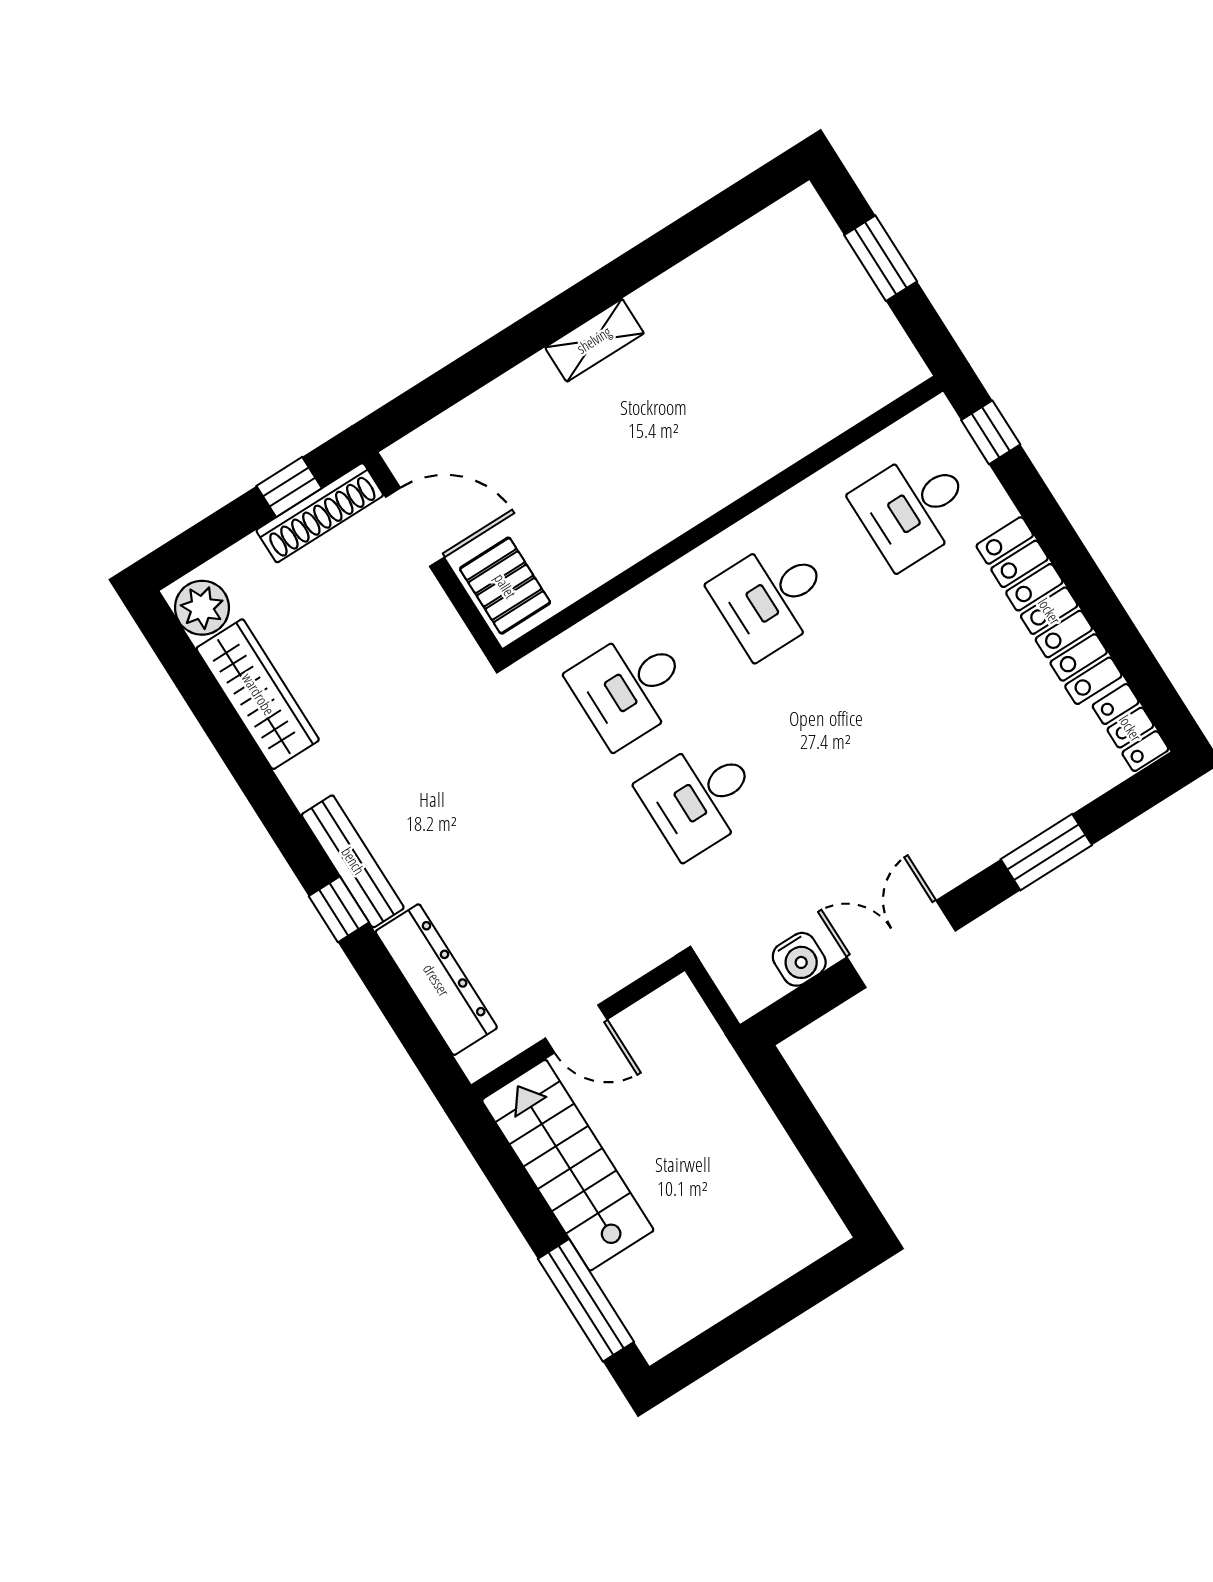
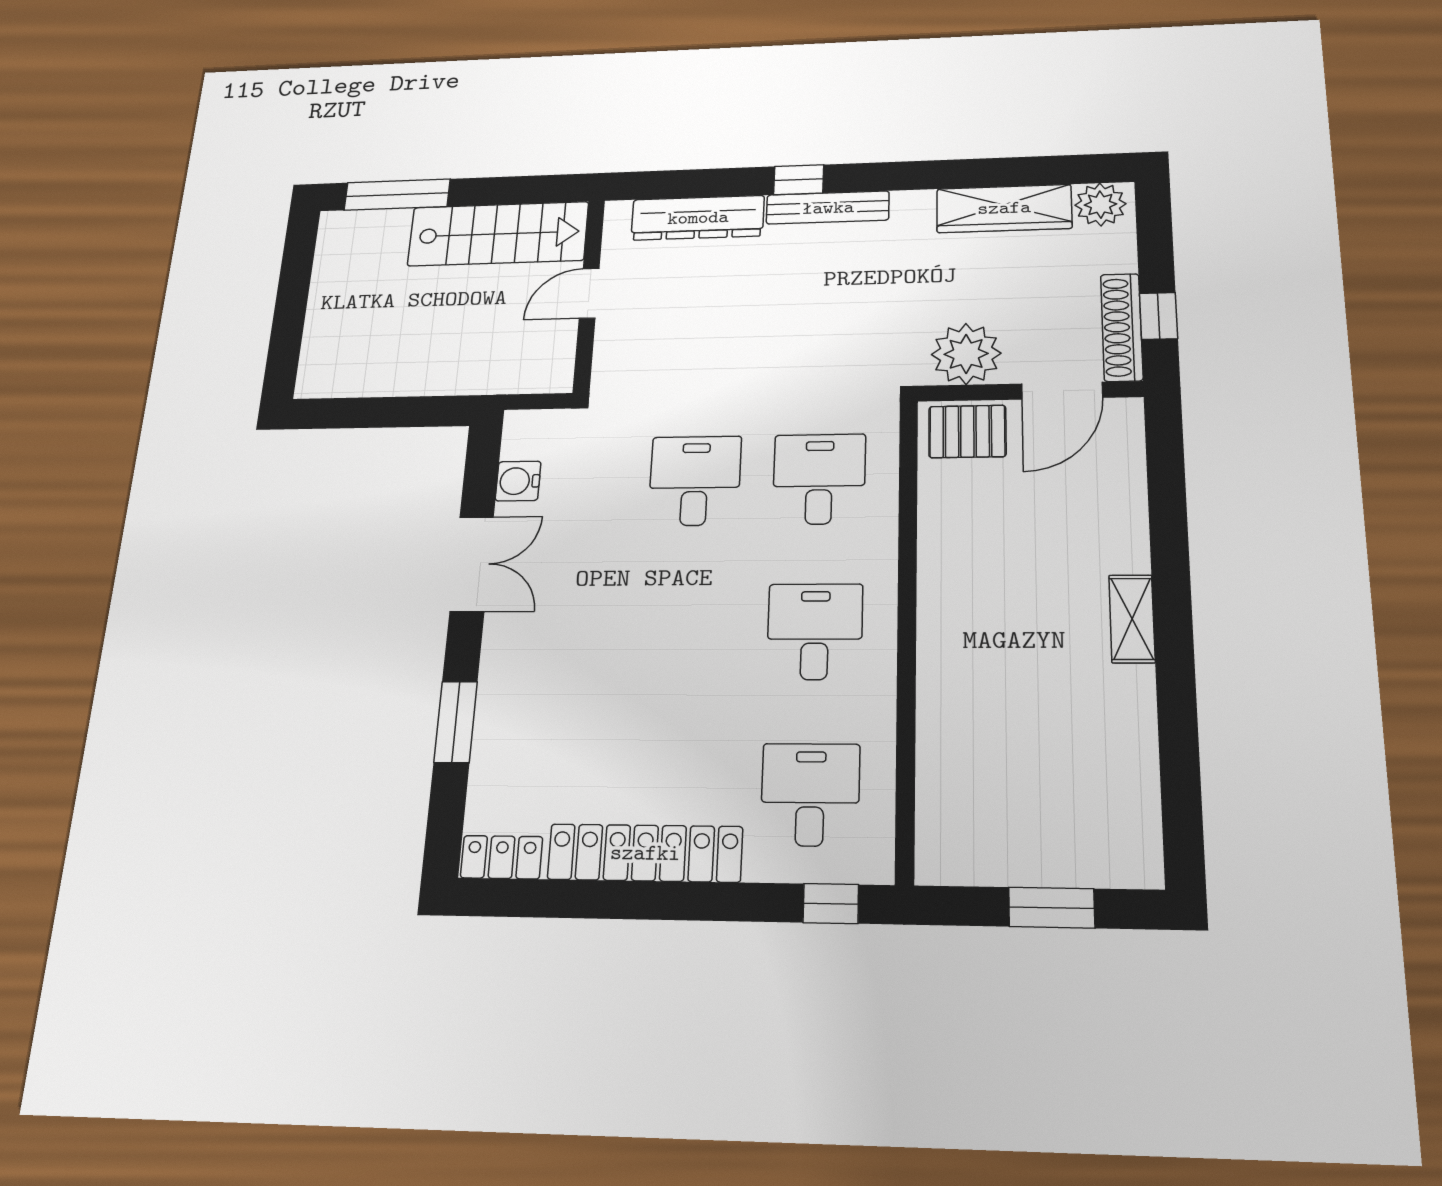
plant: (429, 635) -> (966, 354), added

